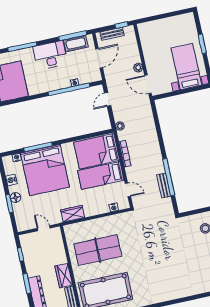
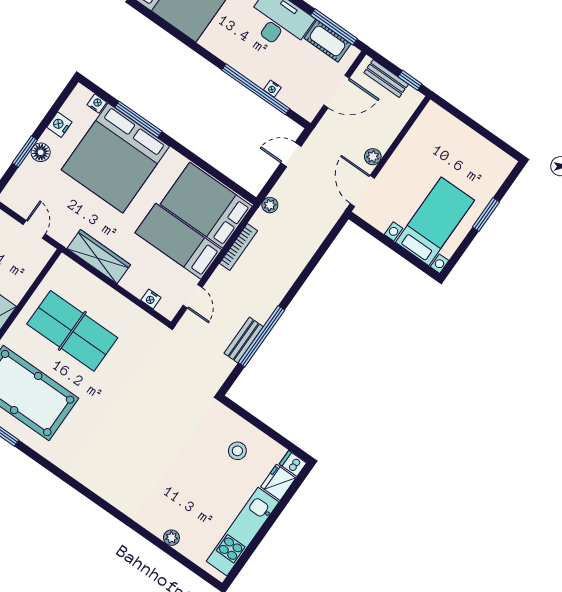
wardrobe: (73, 214) -> (99, 257), width x1.50

